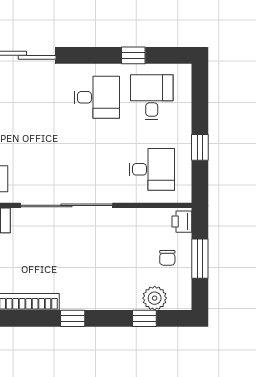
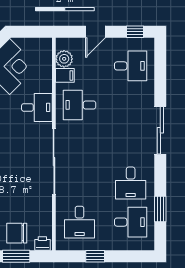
window: (133, 55) -> (160, 209), width x1.50
chair: (167, 258) -> (17, 233), width x1.87, depth x1.87

